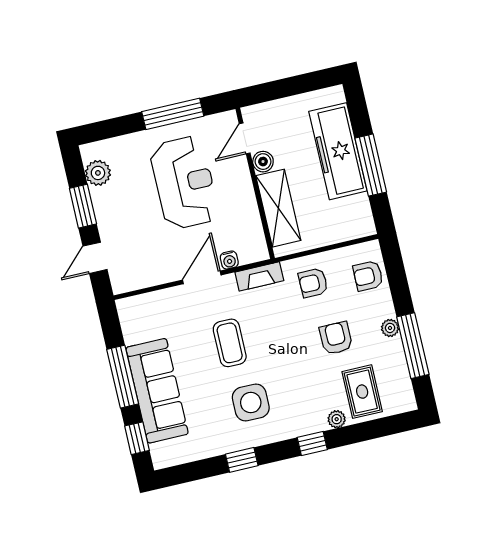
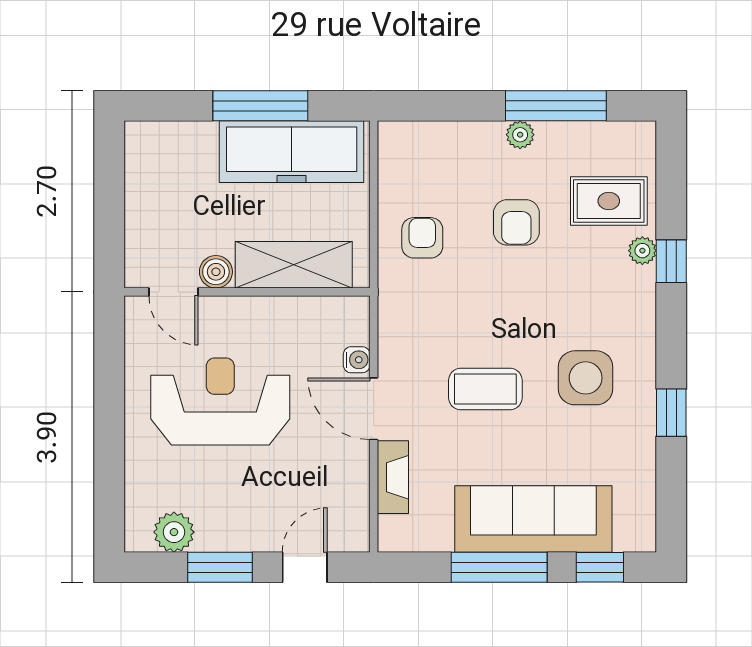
window: (173, 114) -> (109, 395), removed
freezer: (338, 151) -> (292, 152), moved
door: (95, 258) -> (305, 567), swing flipped
fireplace: (259, 276) -> (393, 477), moved
armchair: (368, 276) -> (431, 150), removed
armchair: (313, 283) -> (422, 238), turned 180
armchair: (336, 338) -> (516, 222), turned -90
window: (312, 443) -> (671, 261), moved

